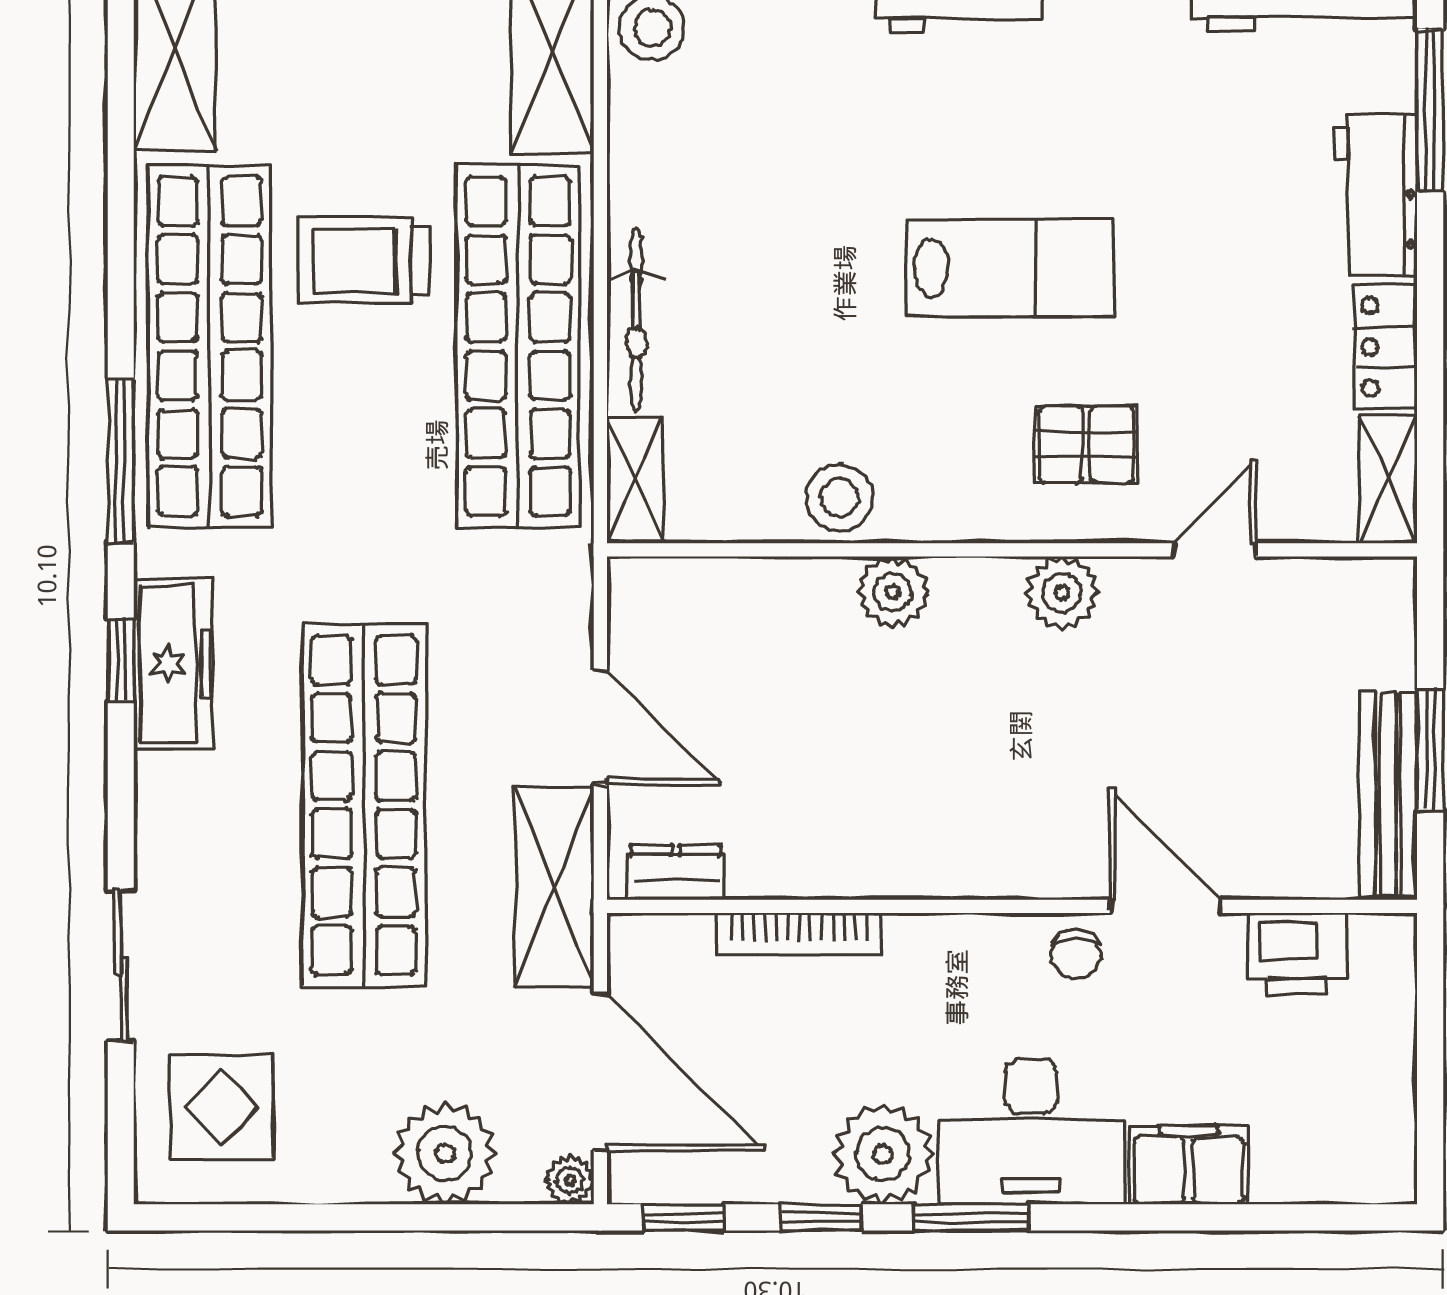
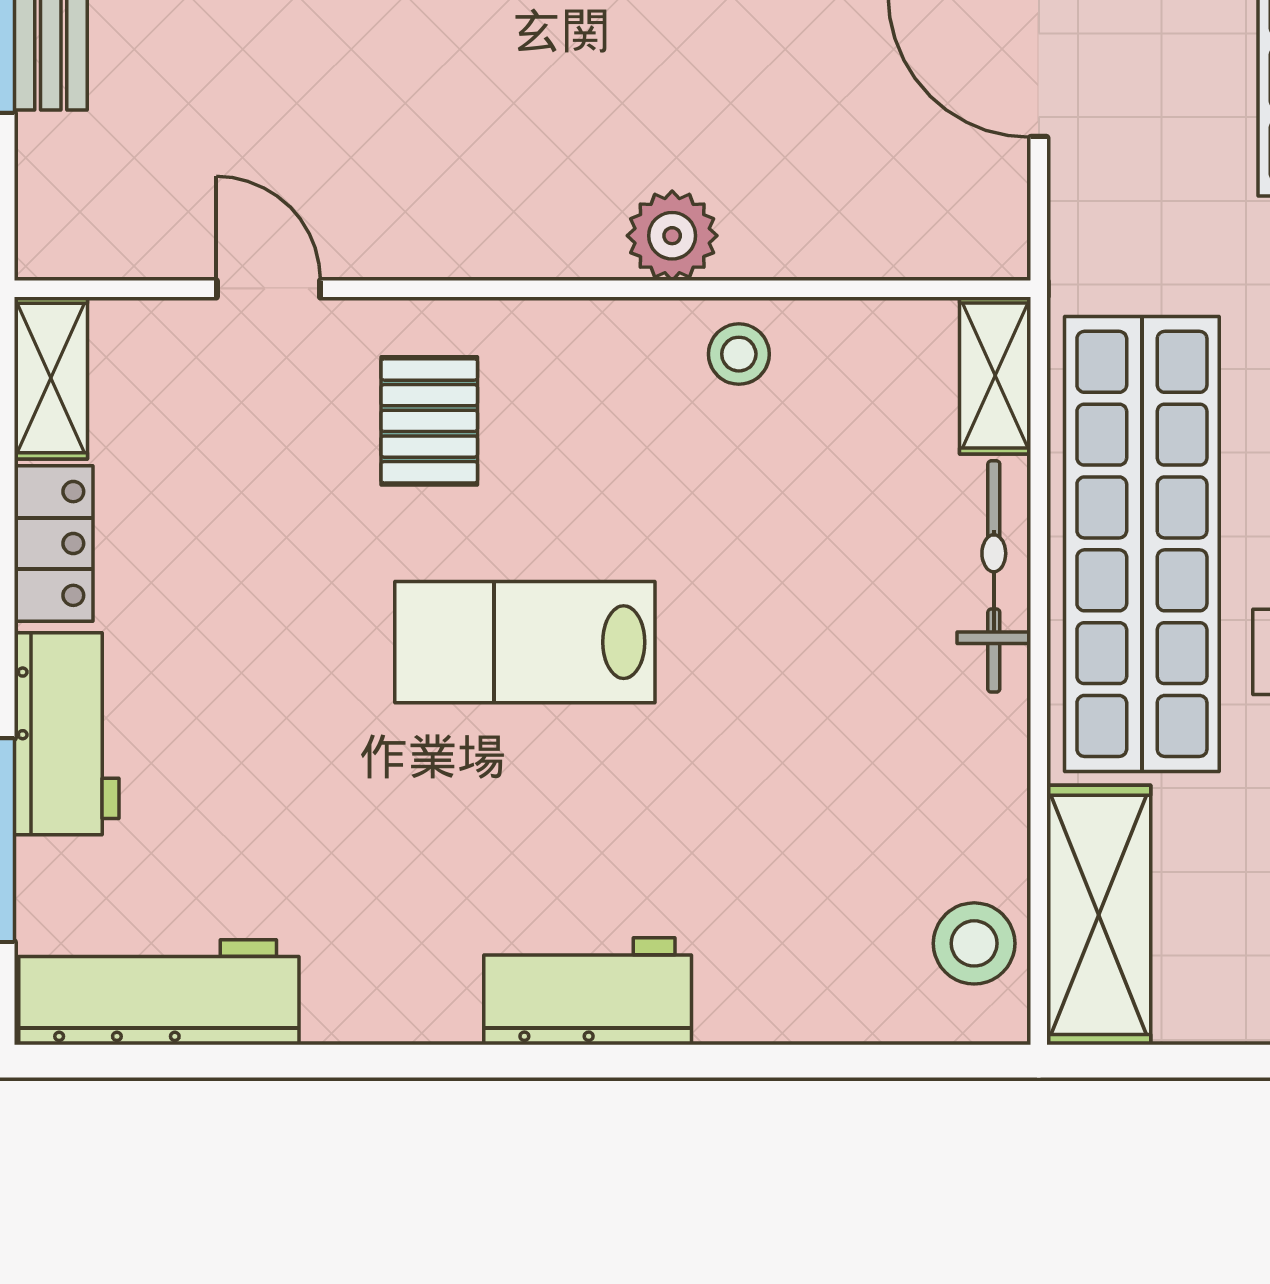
pallet: (1086, 444) -> (429, 421), turned 90
stool: (839, 498) -> (739, 354), width x0.73, depth x0.73
door: (1215, 550) -> (268, 289), swing flipped
plant: (1062, 593) -> (460, 235), removed

